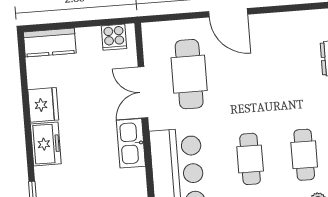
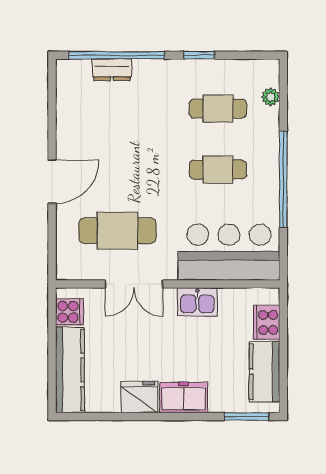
kitchen counter: (50, 43) -> (70, 370), width x1.50
kitchen sink: (131, 143) -> (197, 302), width x0.73

